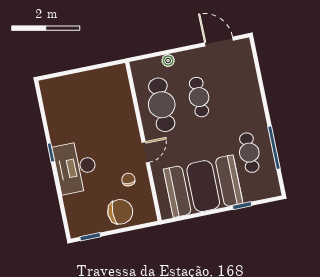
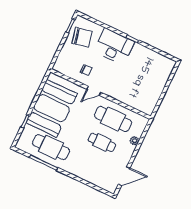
door: (146, 152) -> (94, 91), hinge flipped
cafe table: (249, 153) -> (51, 147), width x1.37, depth x1.35
chair: (120, 212) -> (82, 37), moved, turned -102

